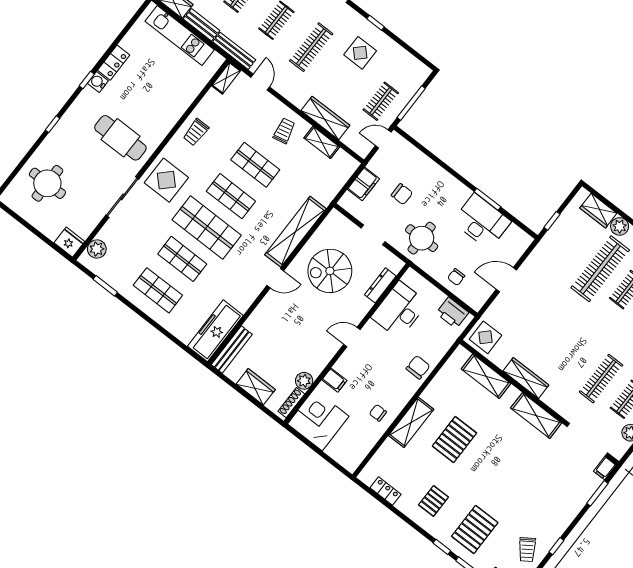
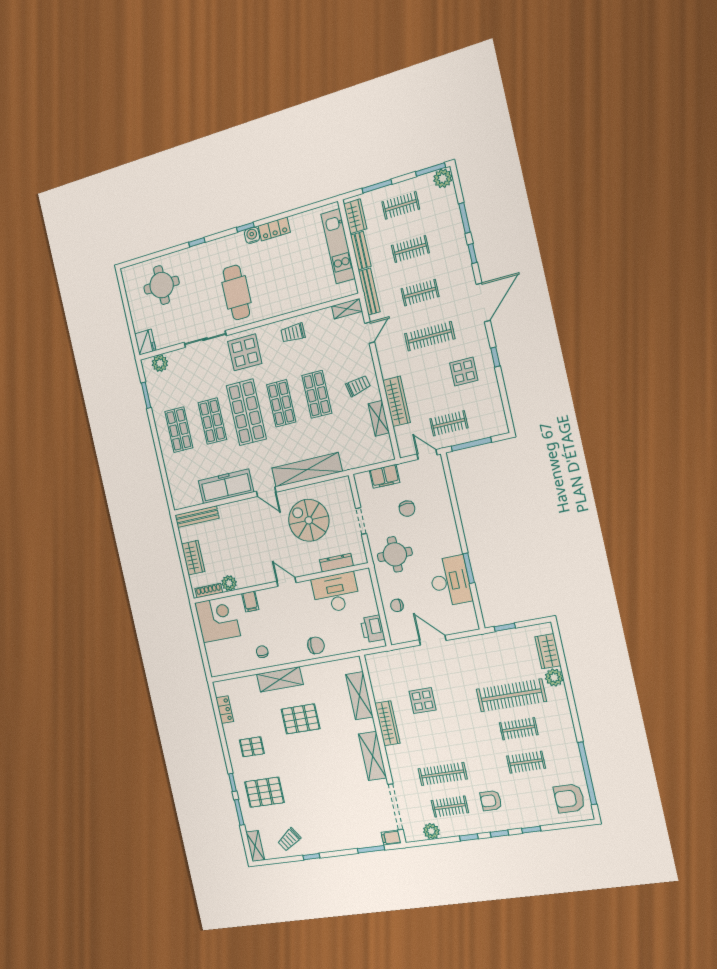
freezer: (215, 331) -> (226, 486), moved
display table: (486, 337) -> (422, 701), moved

